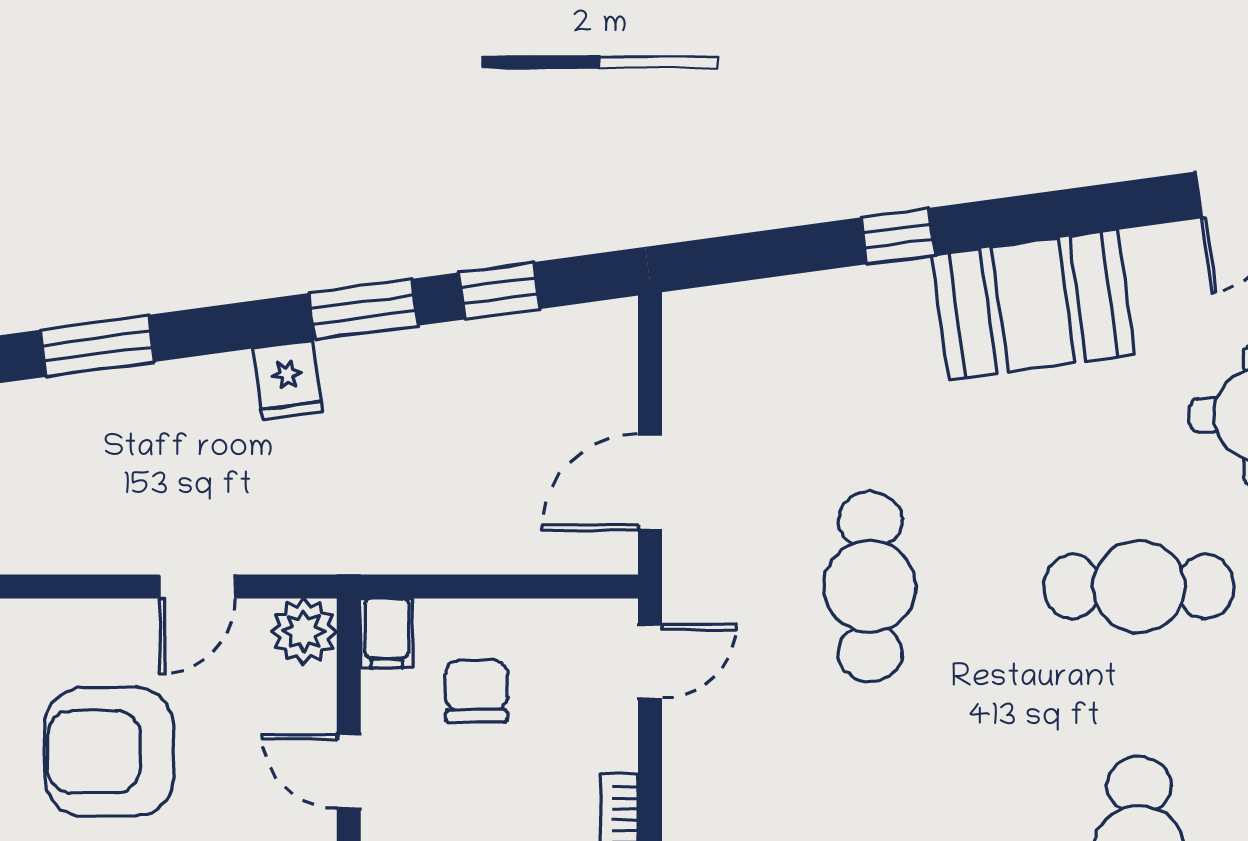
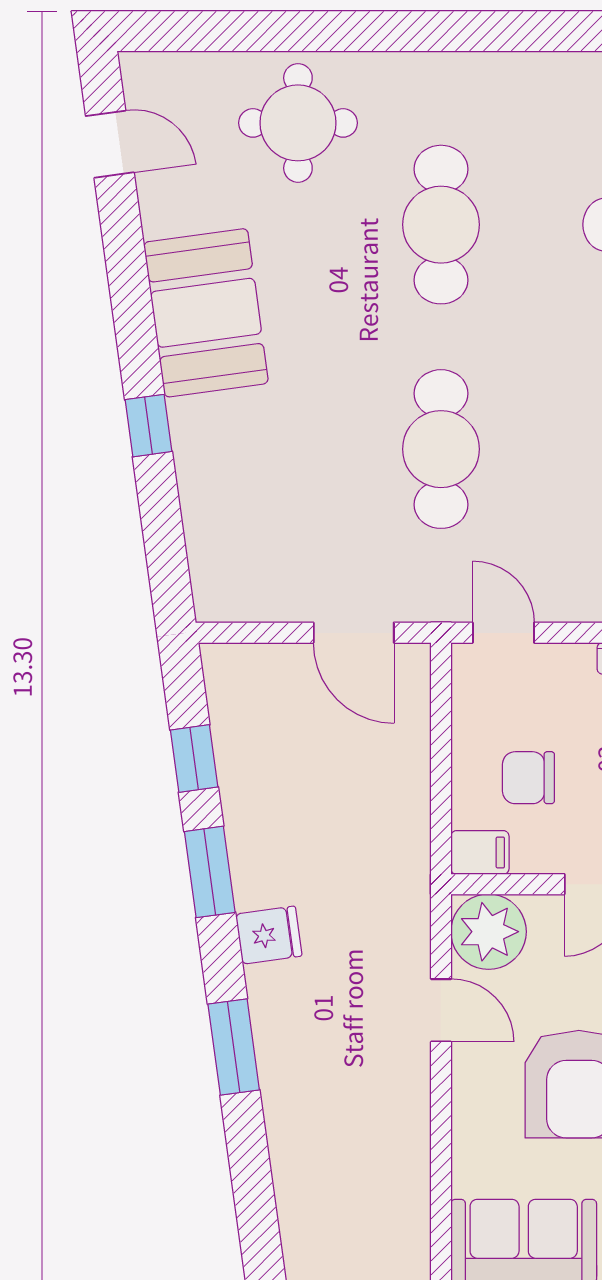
window: (97, 346) -> (234, 1047), moved
cafe table: (870, 586) -> (441, 449), turned 90
plant: (304, 631) -> (489, 932), width x1.36, depth x1.36

